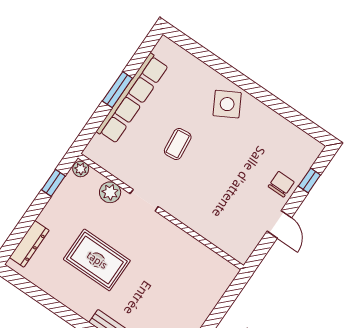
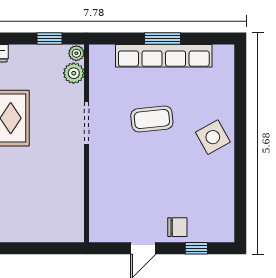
coffee table: (178, 144) -> (152, 119), width x1.36, depth x1.30
plant: (110, 192) -> (74, 73), moved
doorway: (144, 200) -> (87, 123), width x1.38

